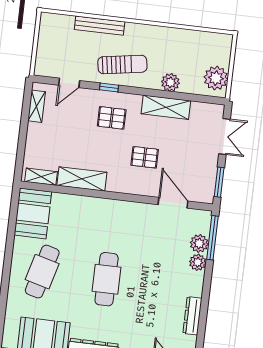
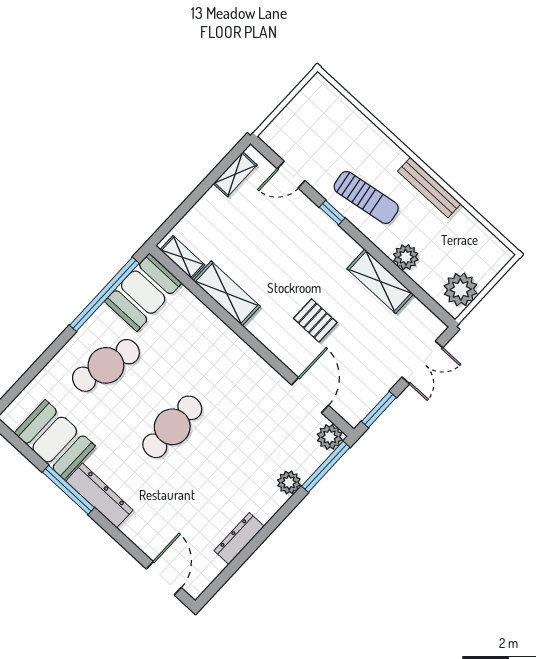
bench: (100, 26) -> (429, 188), moved
pallet: (112, 118) -> (310, 249), removed
window: (11, 231) -> (104, 294), added
plant: (199, 243) -> (330, 437), moved

